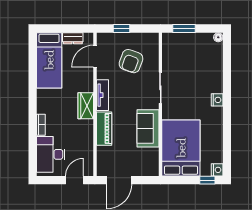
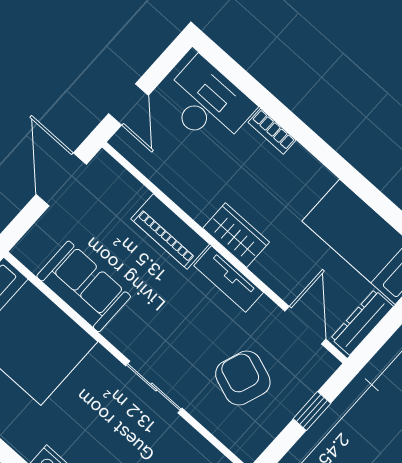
dresser: (73, 38) -> (362, 322), width x1.44
sofa: (148, 128) -> (84, 286), moved

